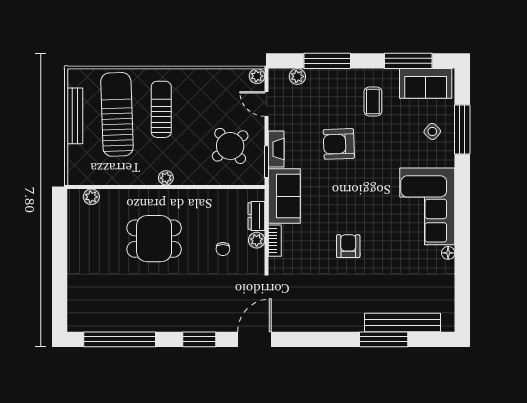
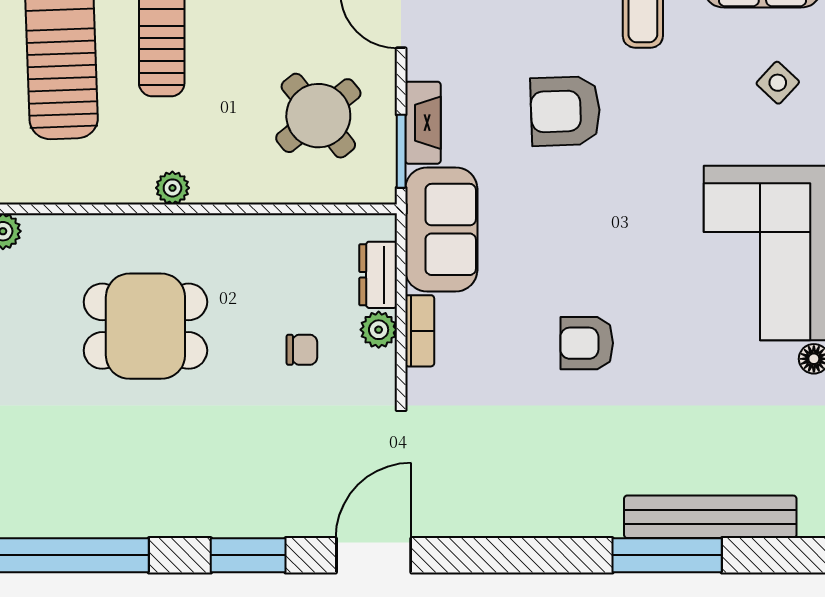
armchair: (348, 246) -> (587, 343), turned -90
chair: (223, 249) -> (302, 350), turned -90

